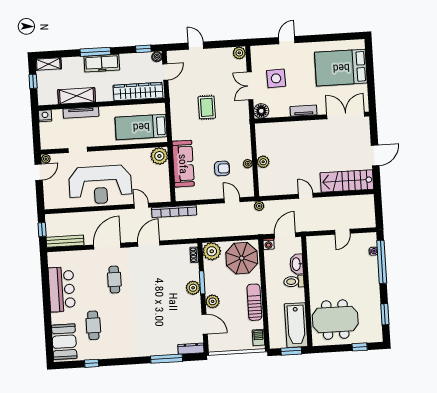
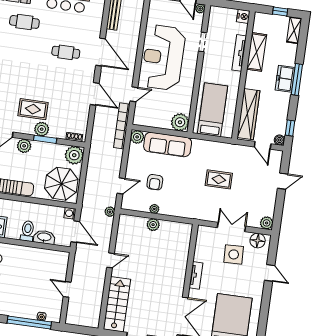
freezer: (102, 63) -> (285, 79), width x0.71
floor lamp: (261, 111) -> (258, 241), moved
plant: (182, 194) -> (137, 137), added
rug: (175, 300) -> (33, 109), added

